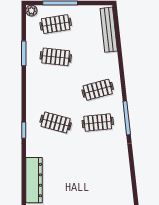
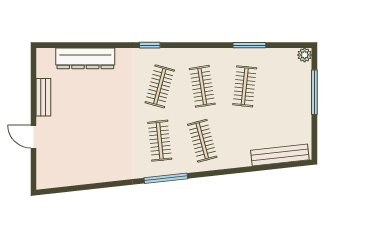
clothes rail: (56, 24) -> (202, 86), moved

